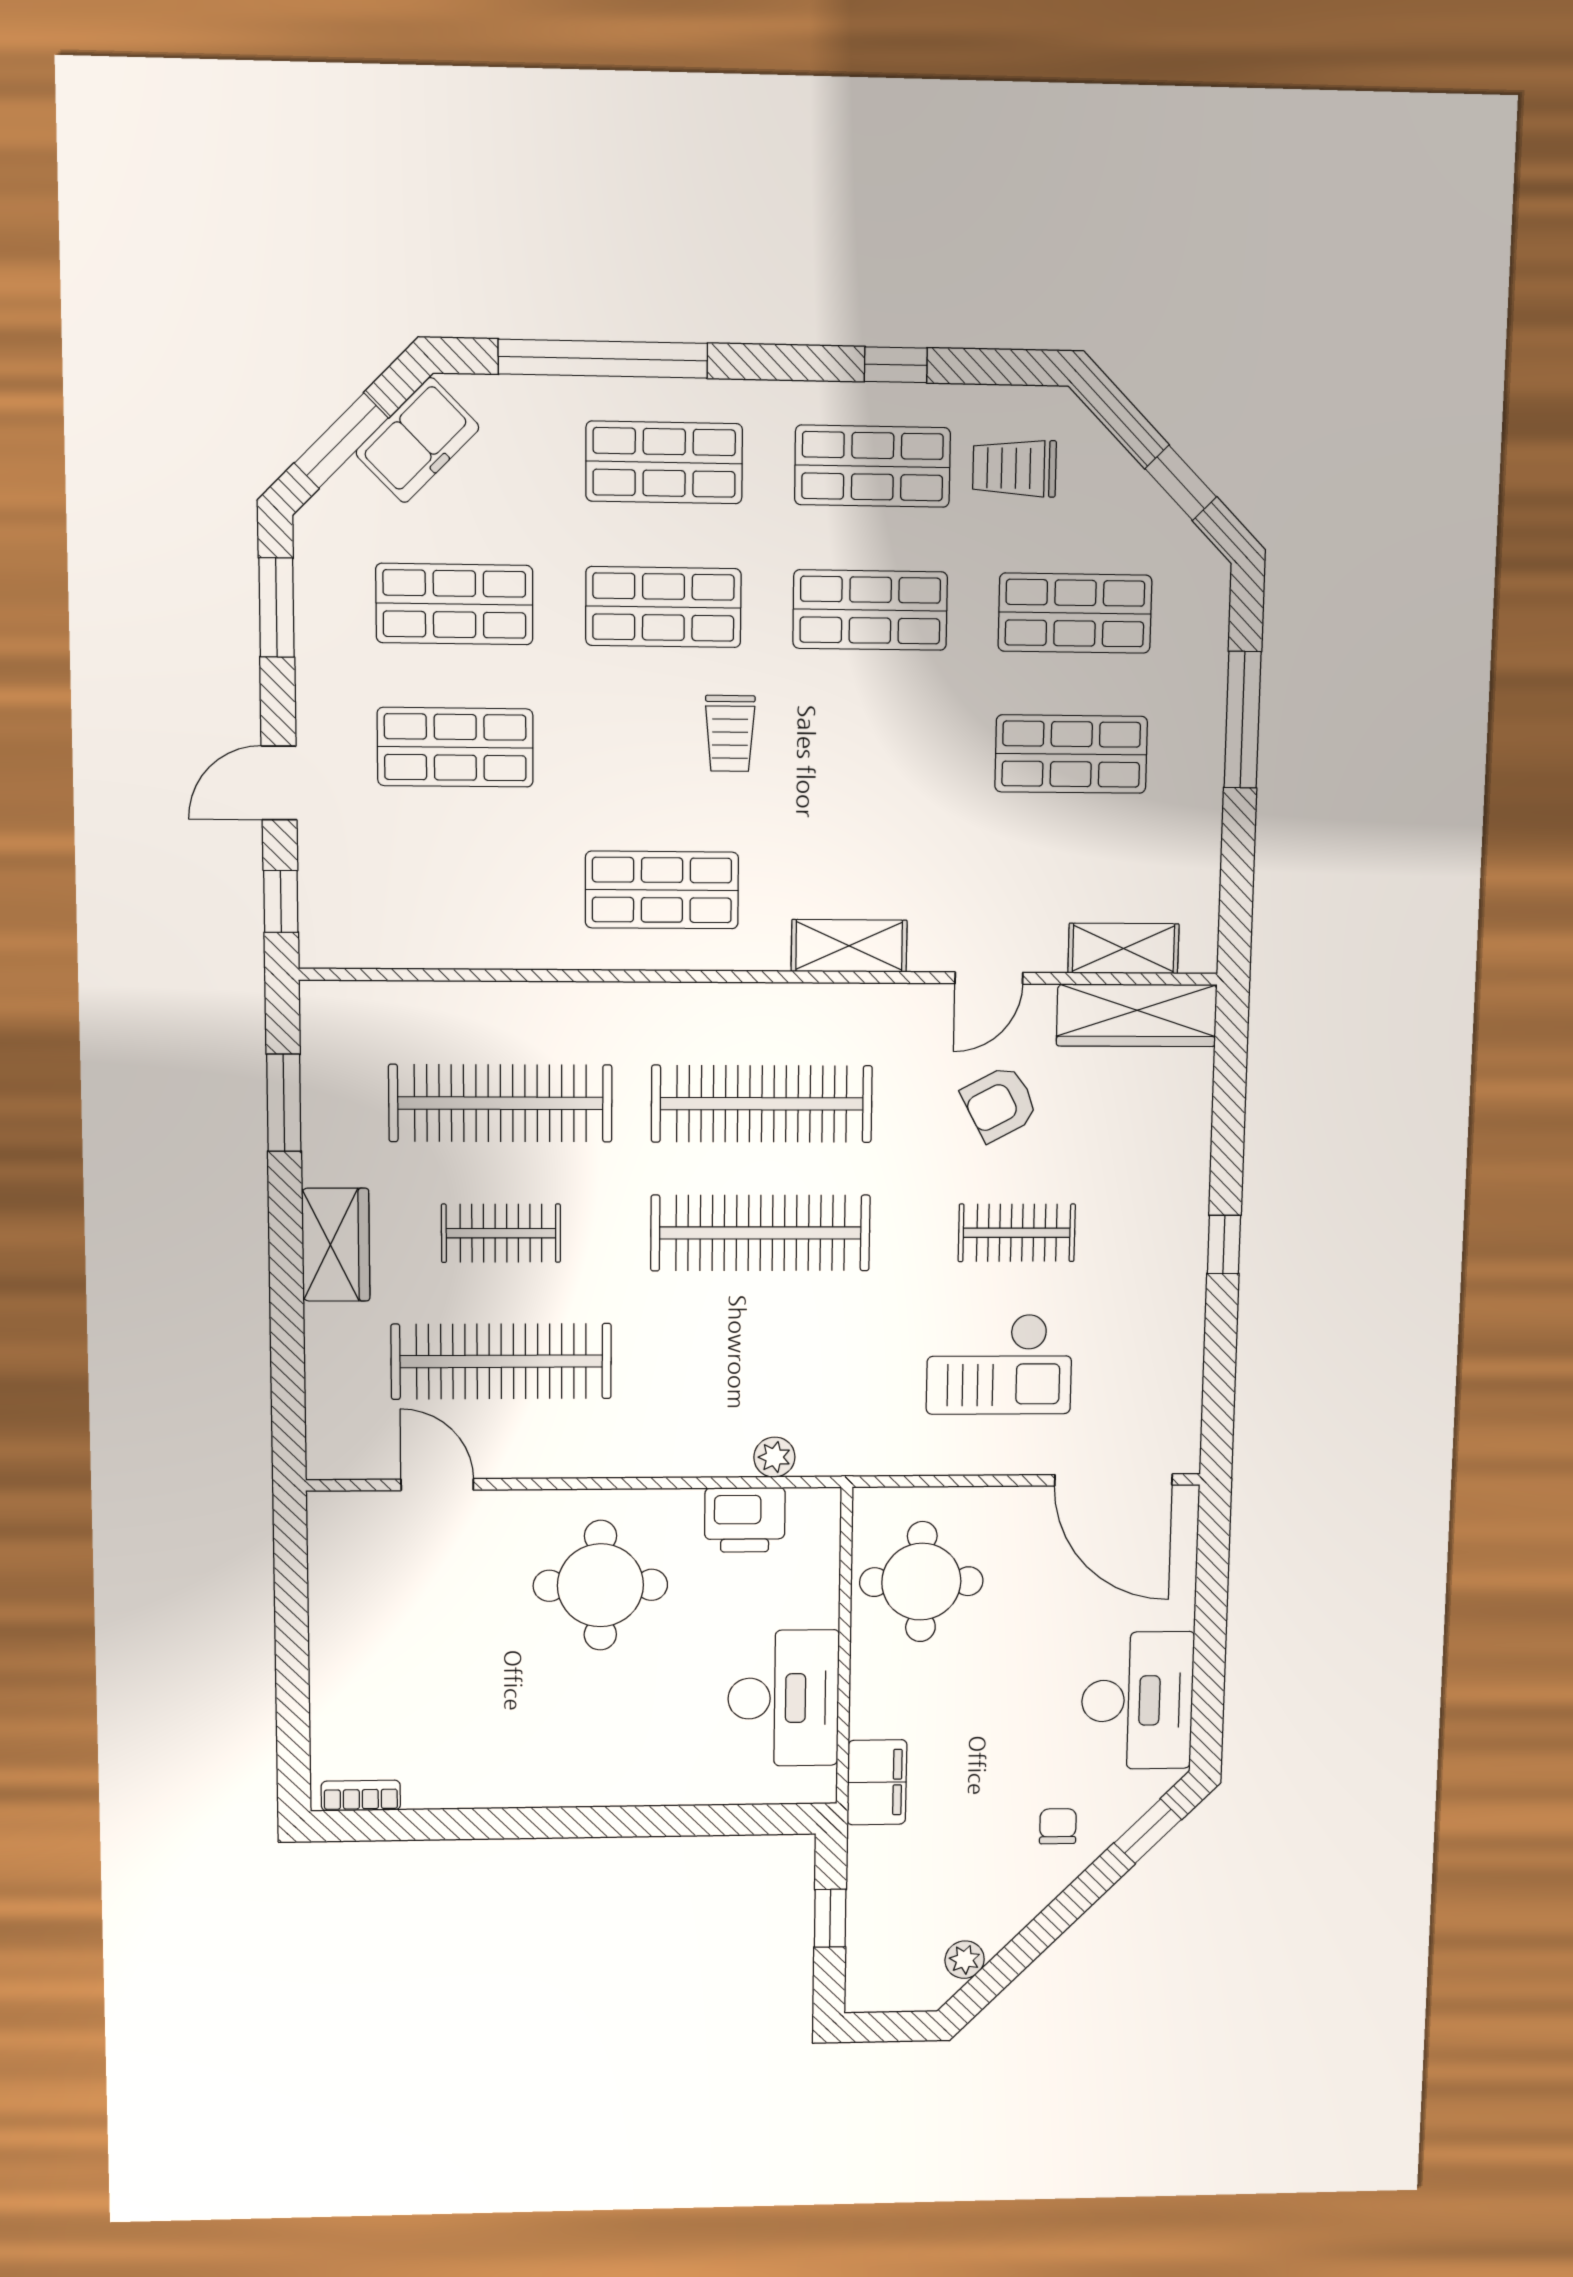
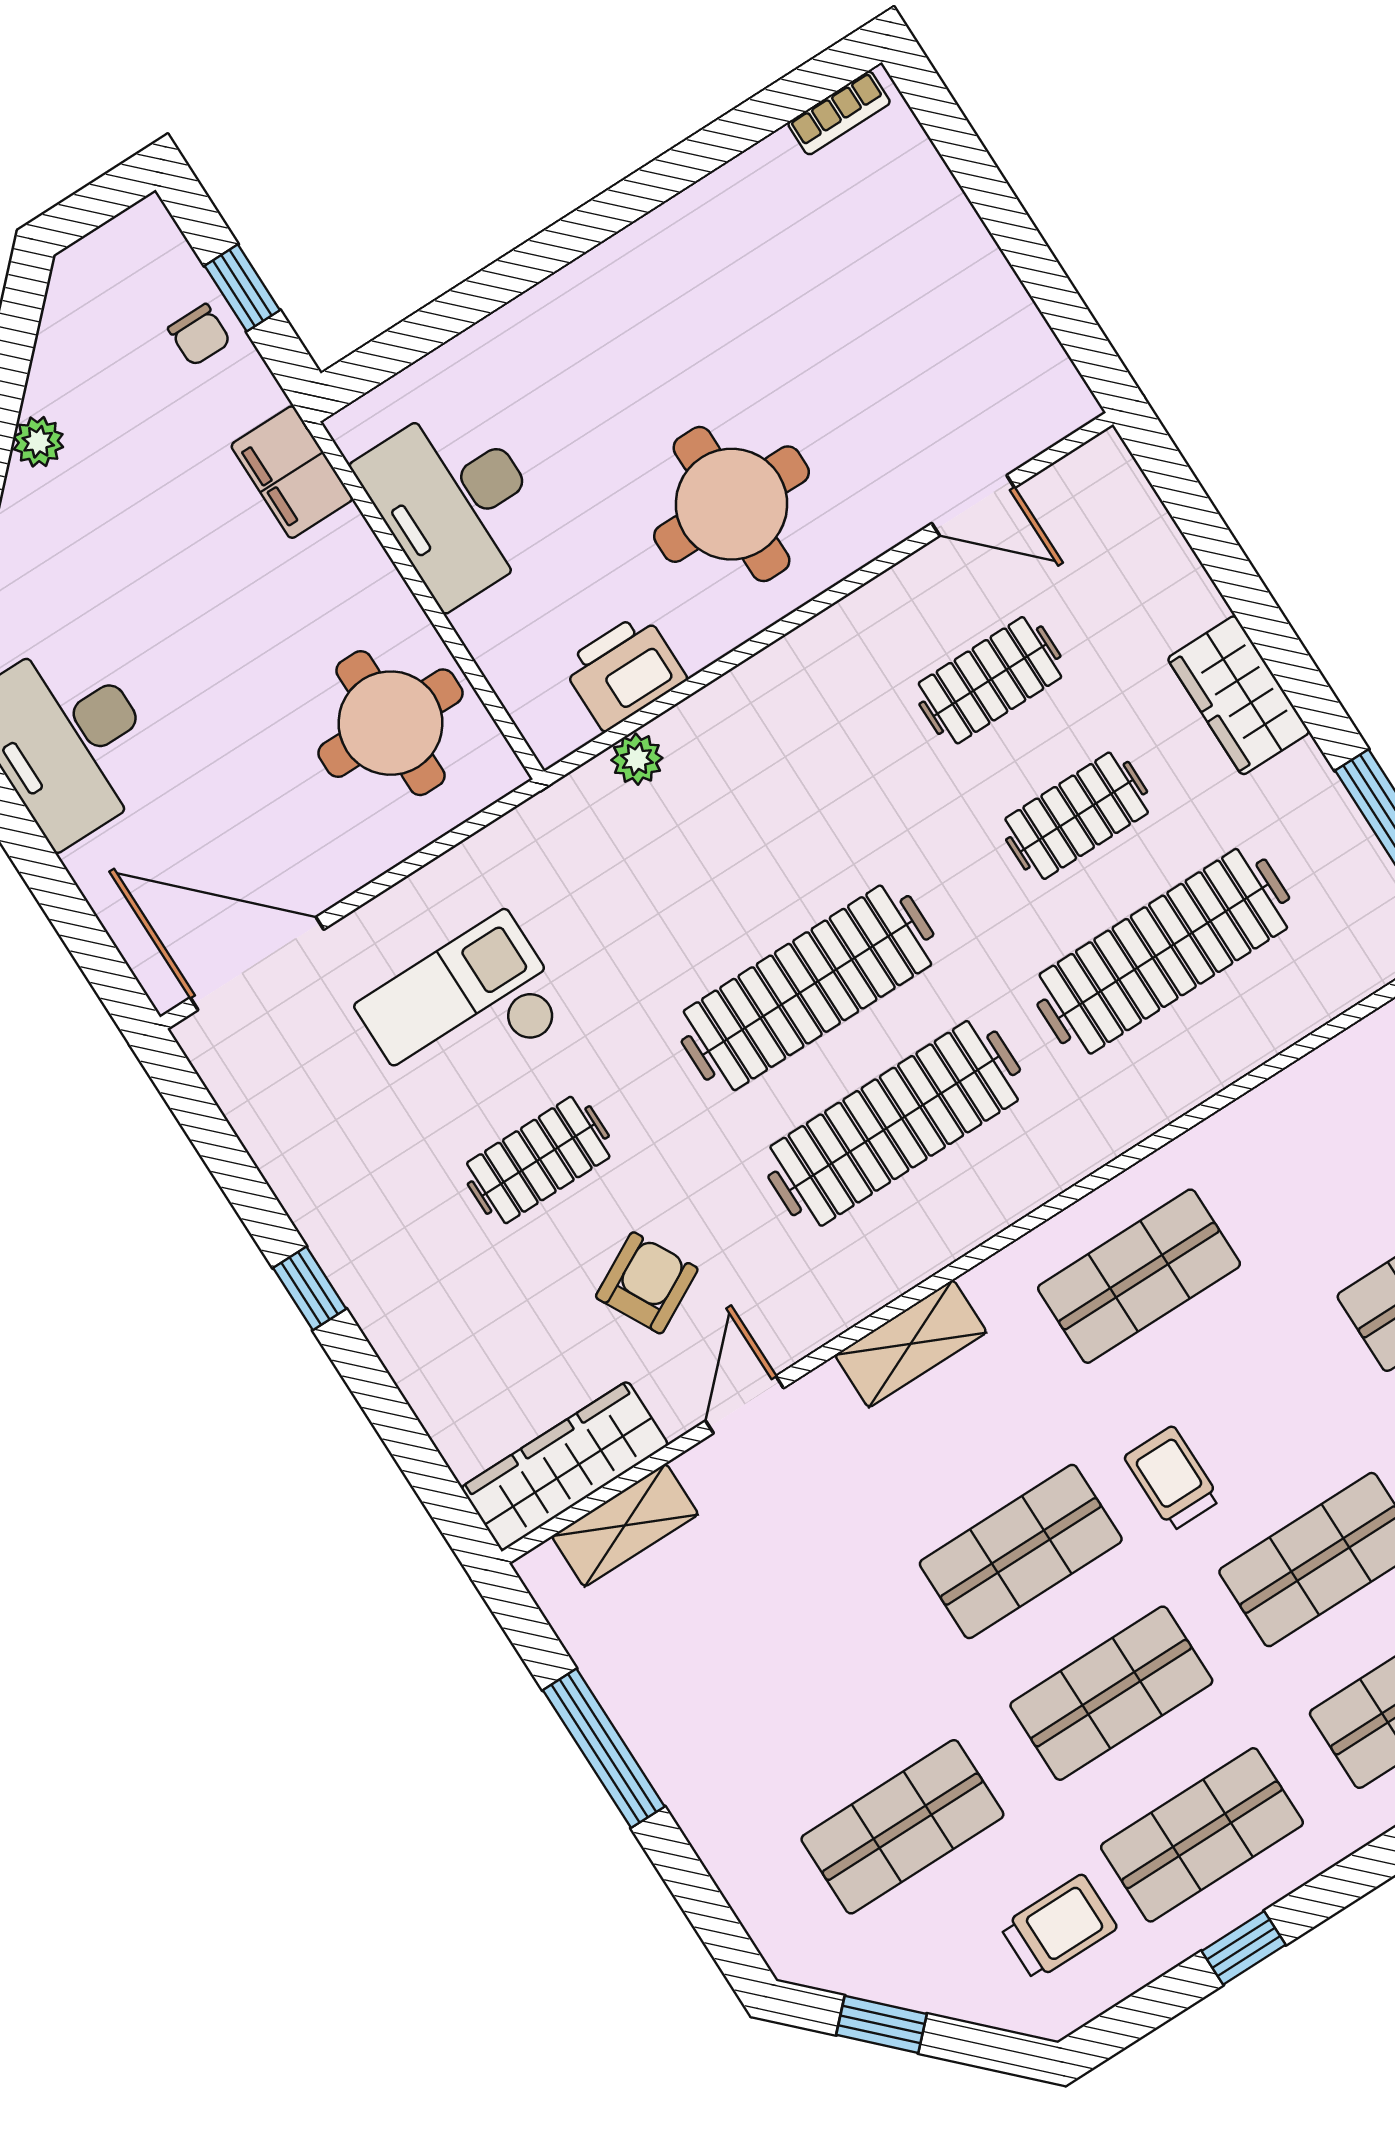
window: (1242, 720) -> (604, 1748), moved
shop shelf: (1071, 754) -> (1021, 1551), moved
clothes rail: (501, 1361) -> (990, 680), width x0.54, depth x0.76
chair: (1058, 1826) -> (199, 335), moved
plant: (965, 1960) -> (38, 442), moved

